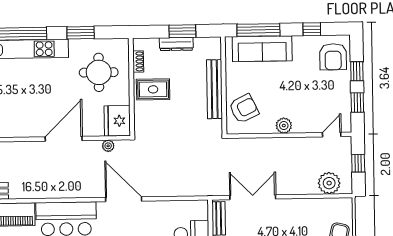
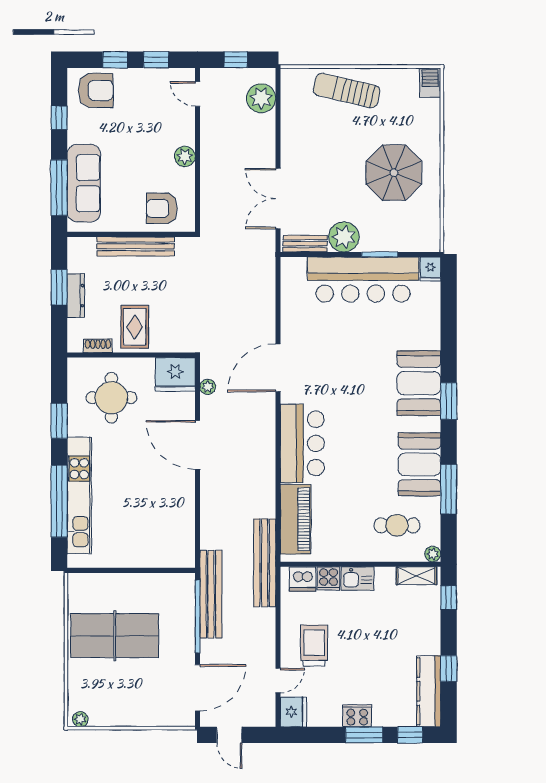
armchair: (244, 109) -> (162, 208), turned -64

